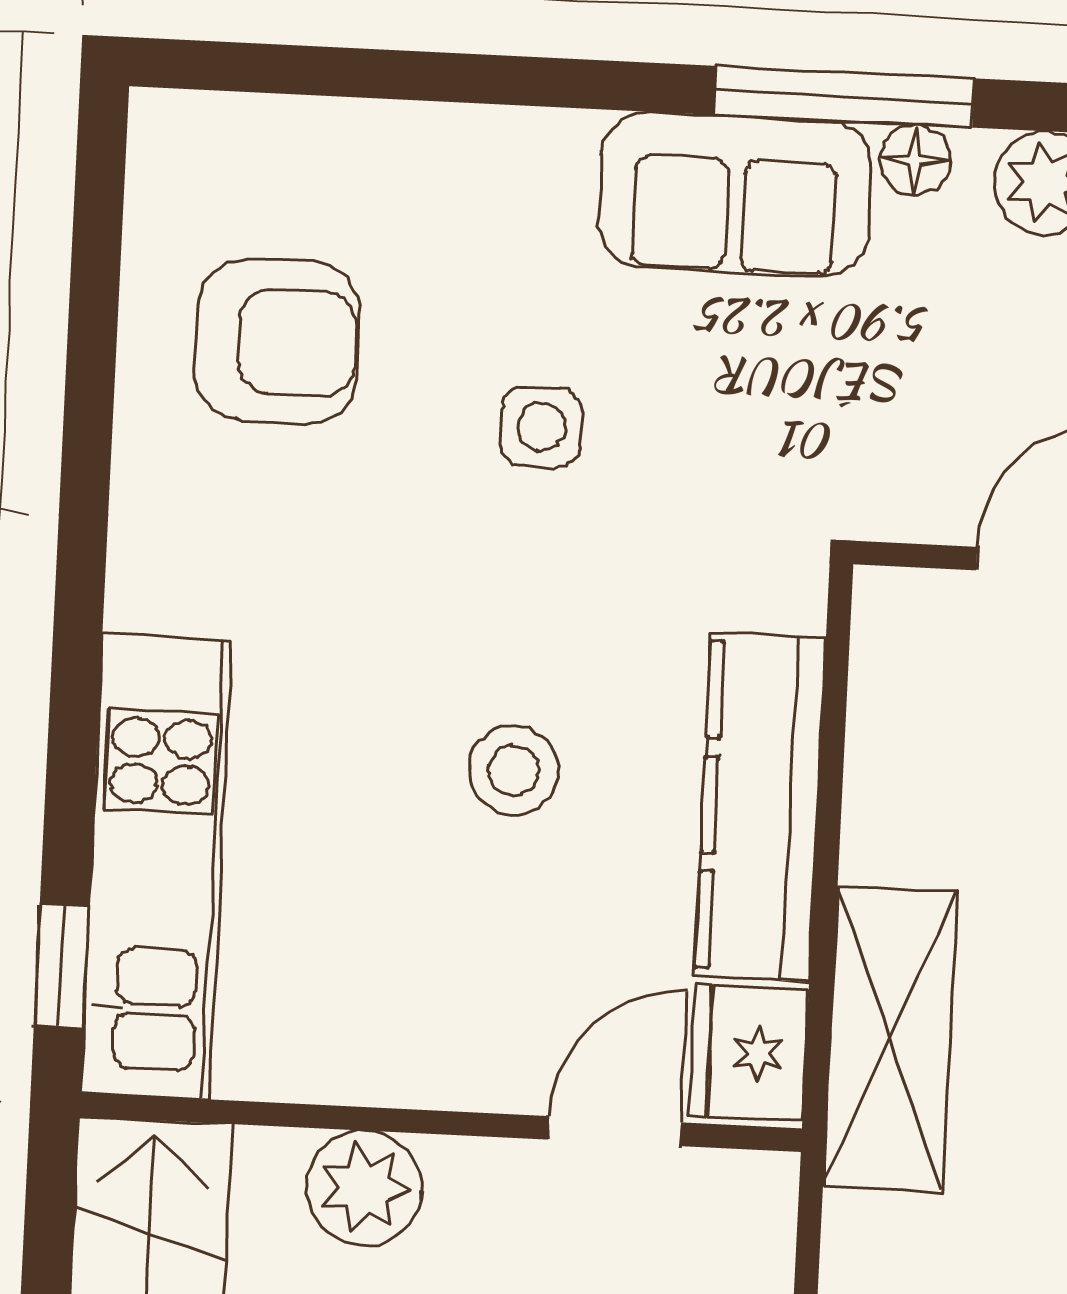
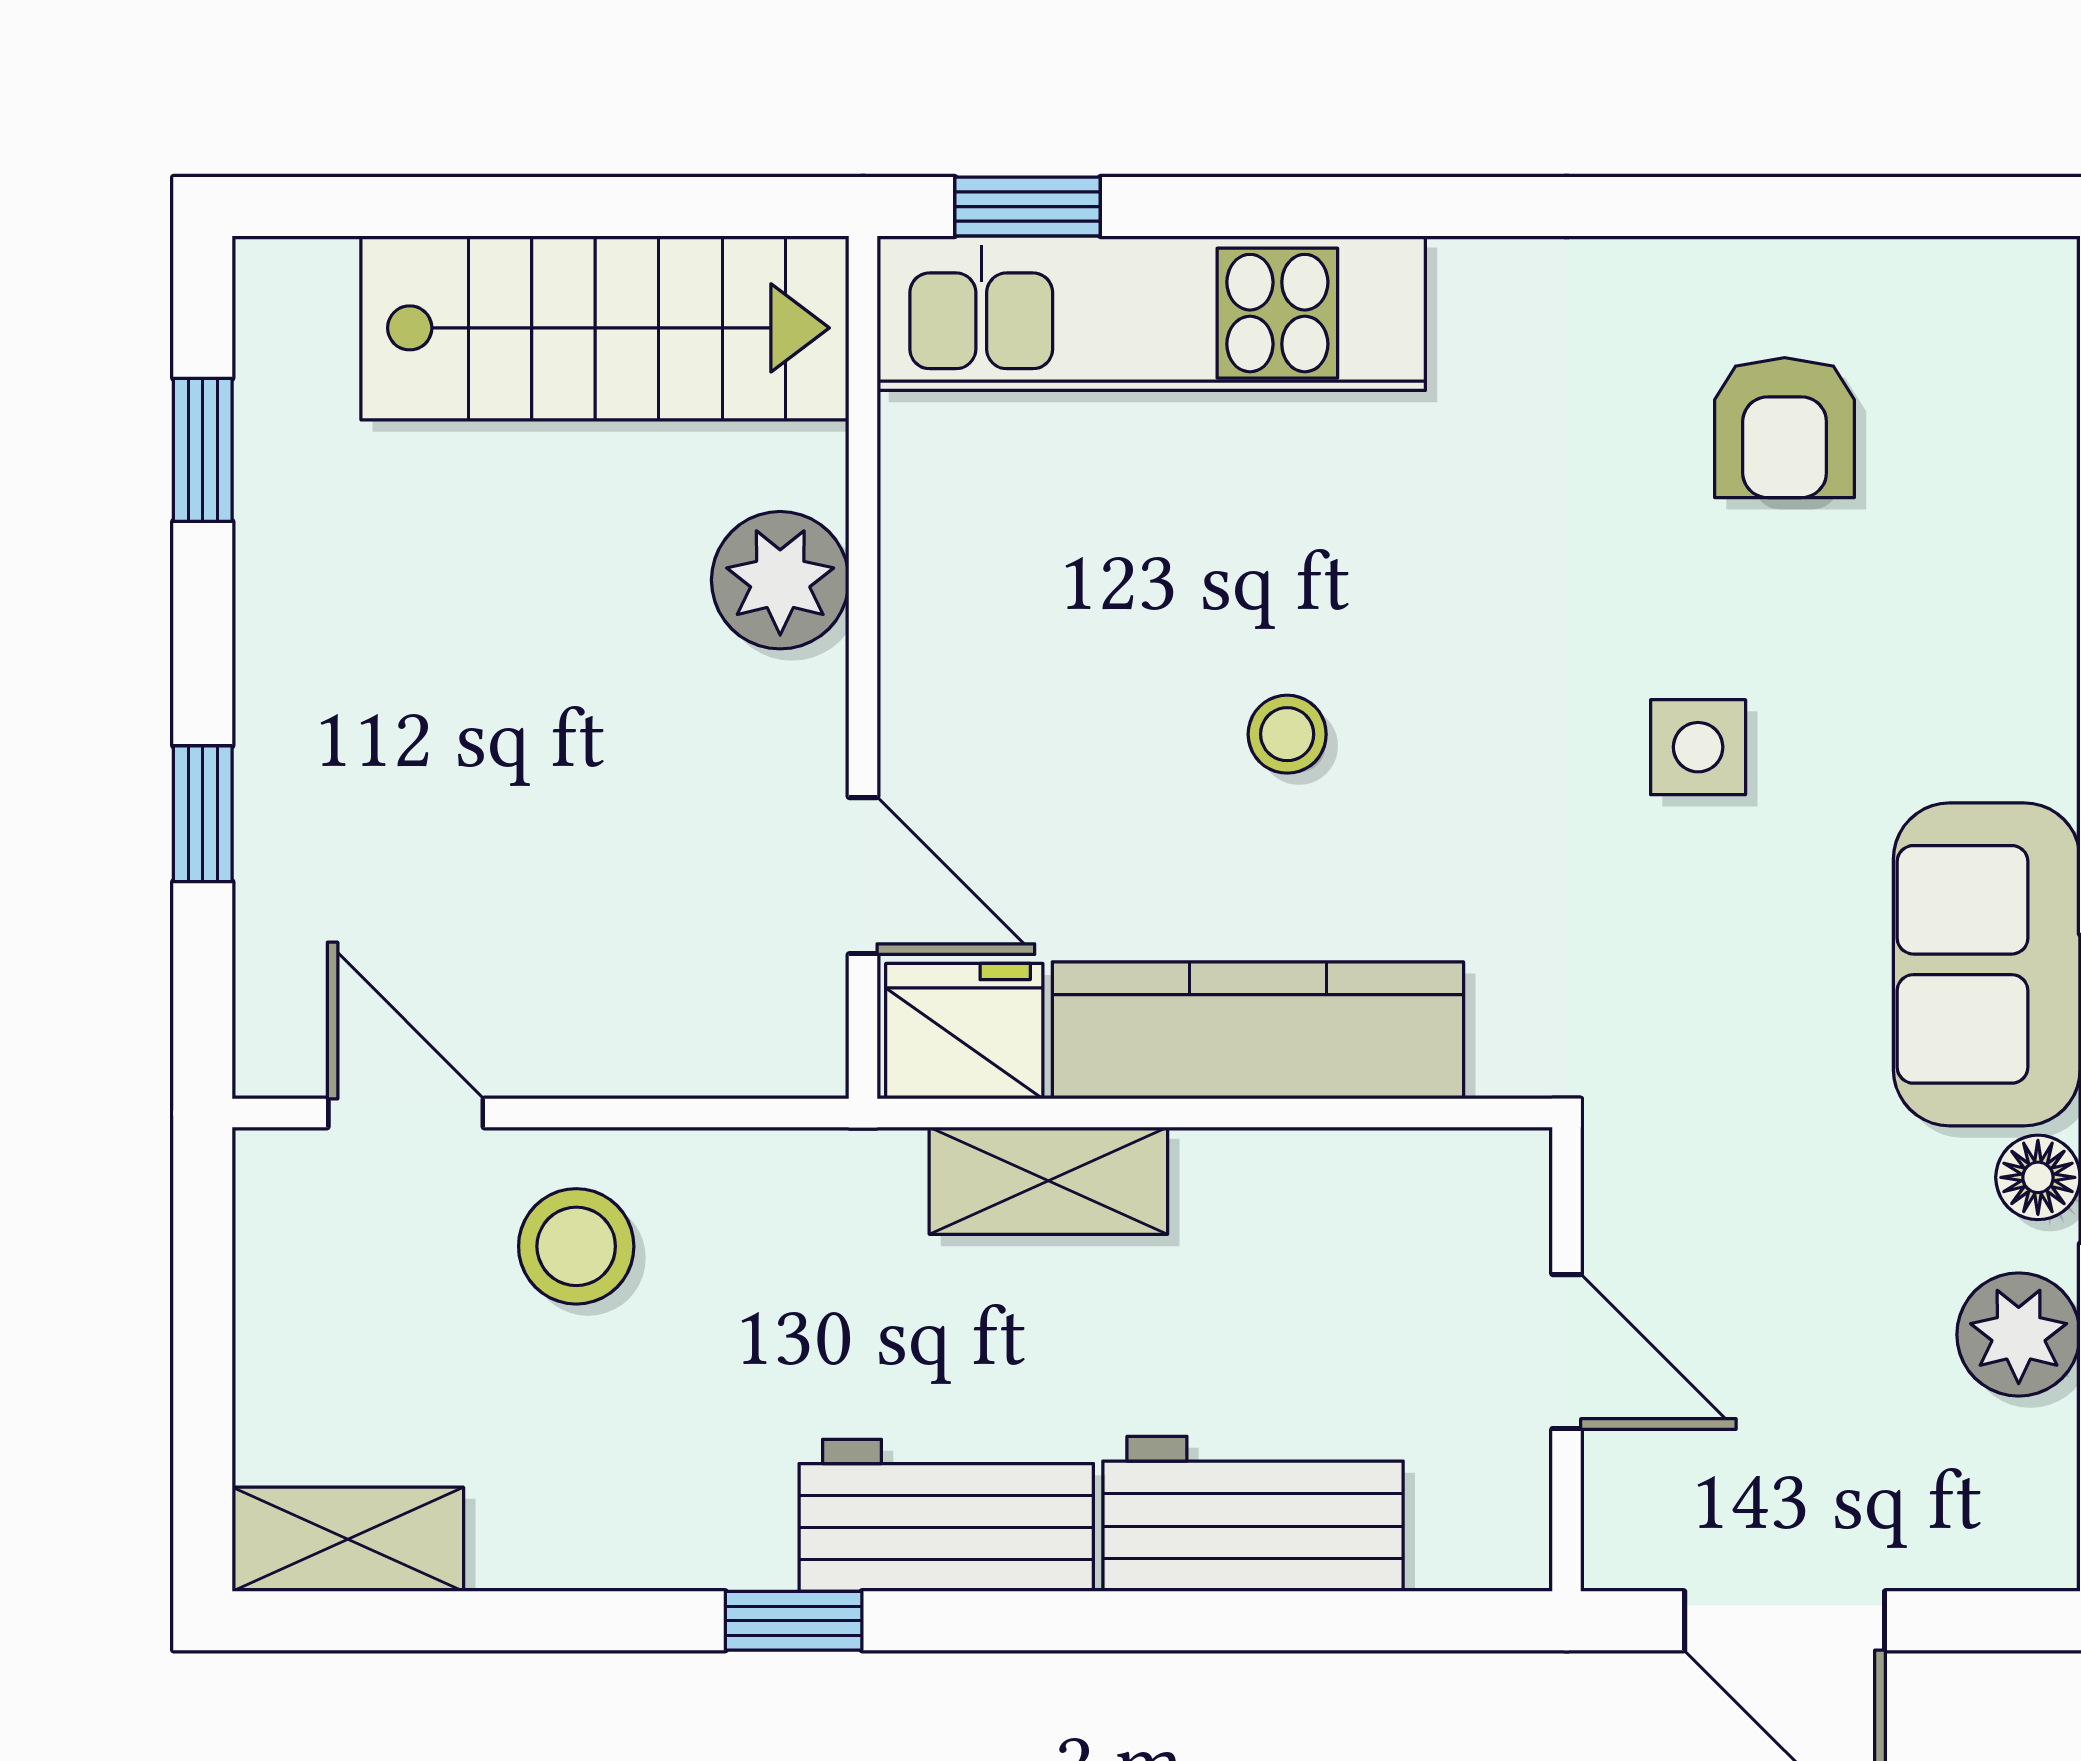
armchair: (277, 342) -> (1785, 428), width x0.72, depth x0.72
stool: (514, 770) -> (1287, 734), width x0.73, depth x0.73
shelving: (890, 1039) -> (1048, 1181), width x0.67, depth x0.75

